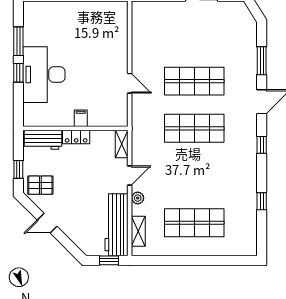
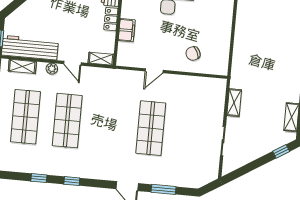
chair: (106, 42) -> (193, 53), added
filing cabinet: (81, 118) -> (127, 30), width x2.00
shop shelf: (194, 128) -> (67, 121), moved
window: (262, 145) -> (72, 181), moved

